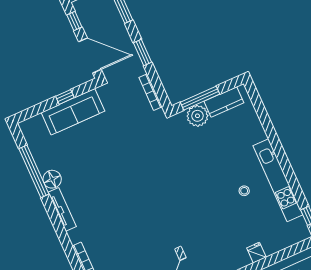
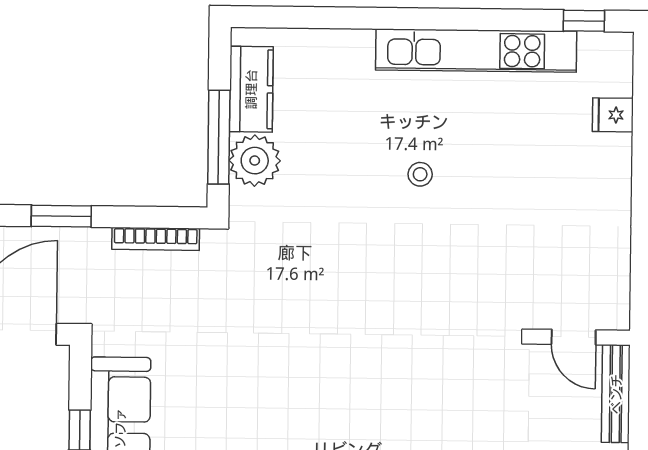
stool: (244, 191) -> (420, 174), moved
fridge: (256, 253) -> (613, 115), moved

